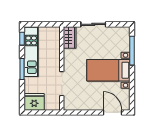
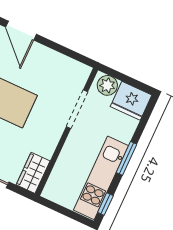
plant: (51, 104) -> (107, 85), added

